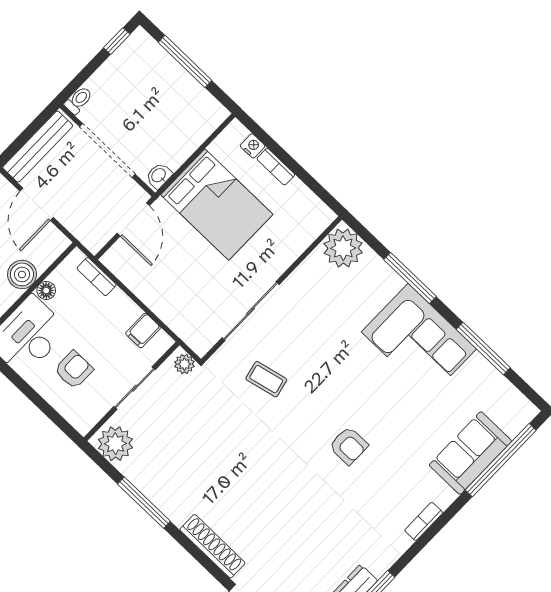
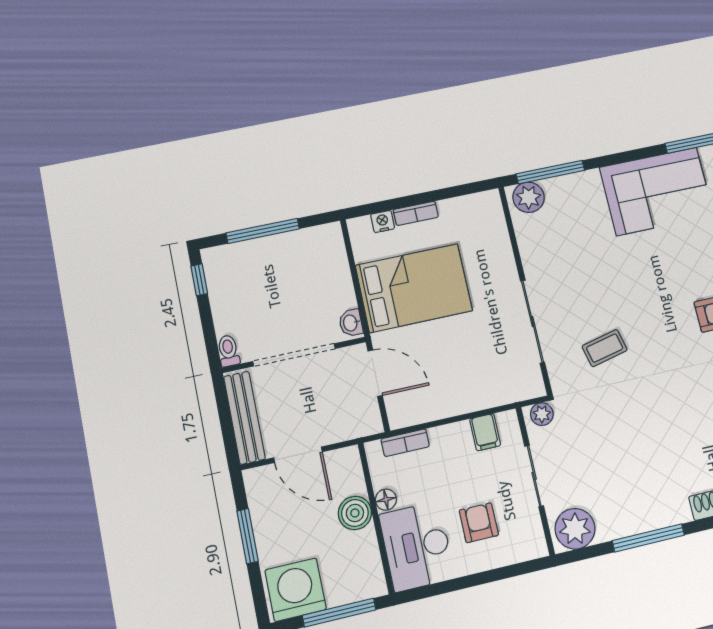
plant: (343, 248) -> (529, 197), width x0.73, depth x0.73
window: (410, 278) -> (550, 172), moved

